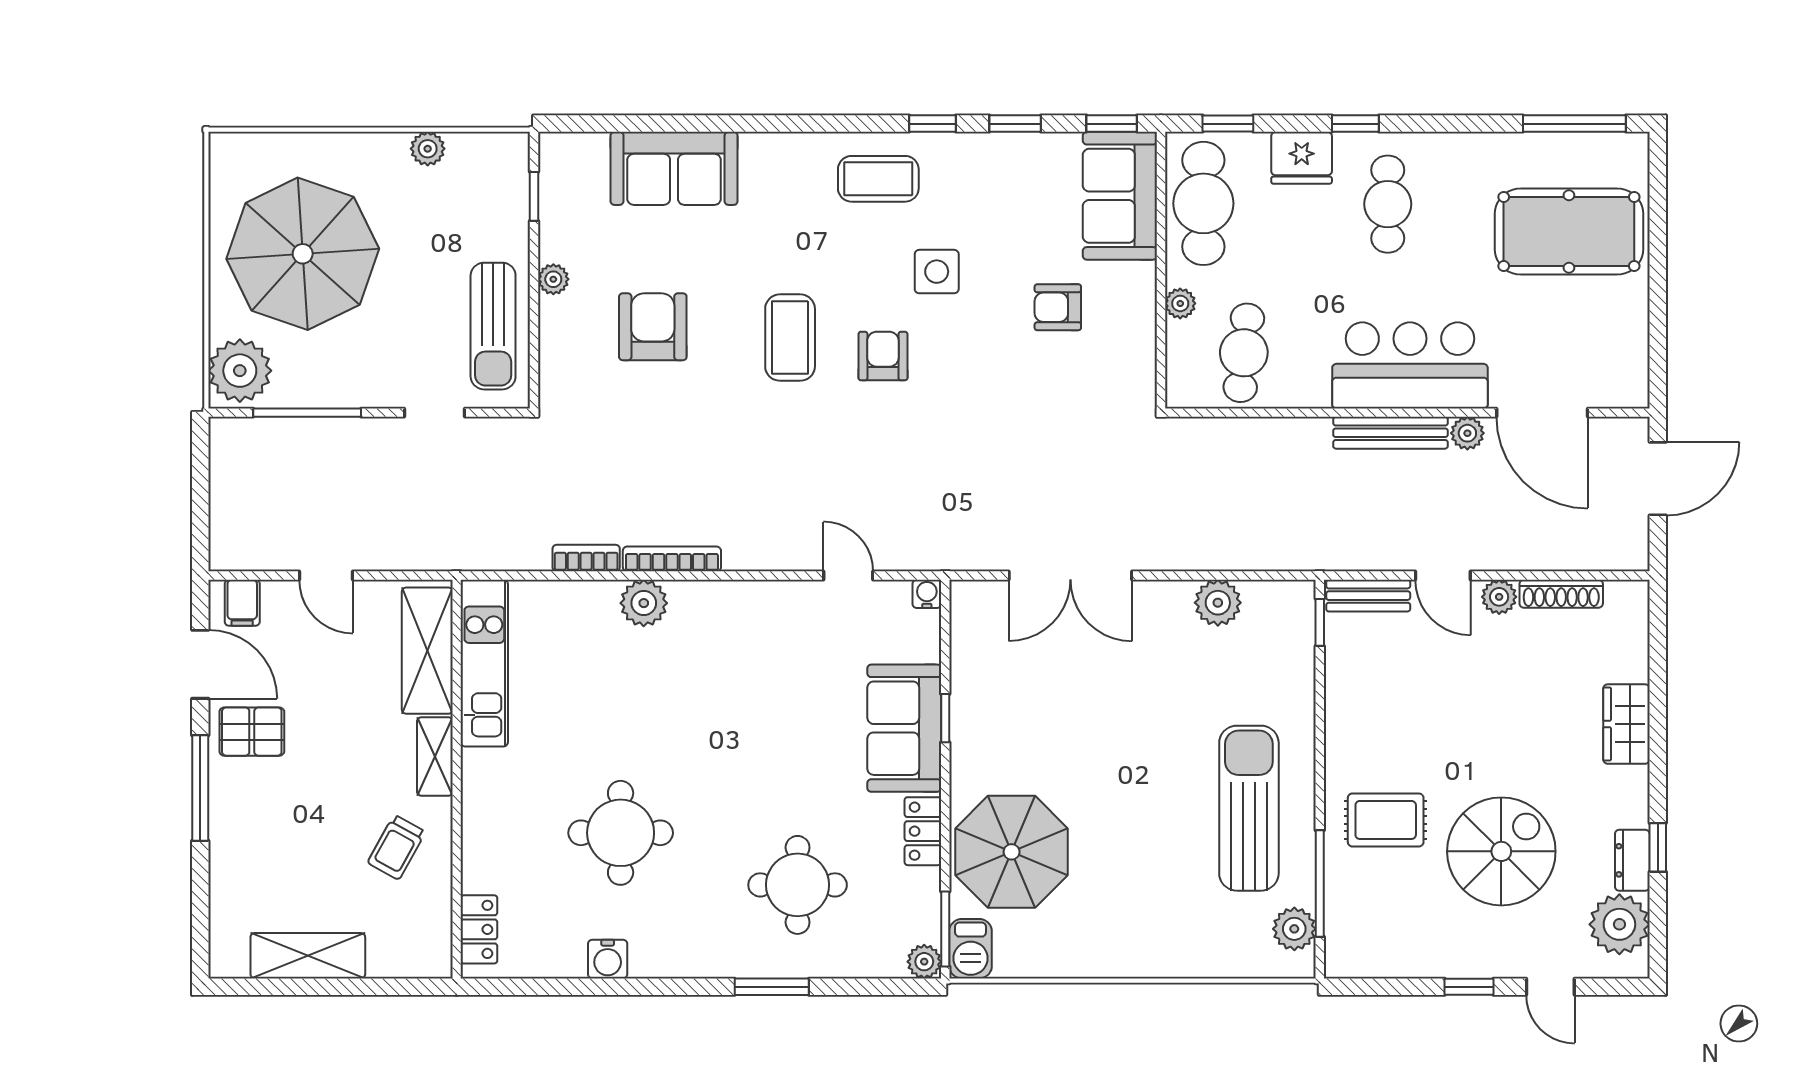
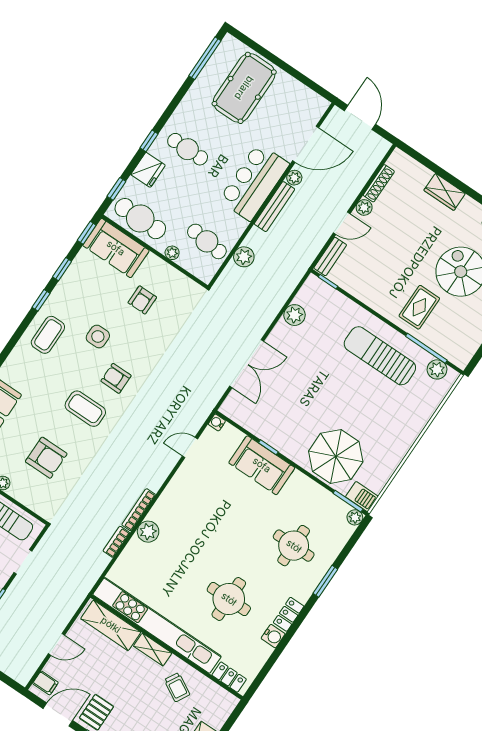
armchair: (653, 327) -> (46, 458), turned 180
plant: (1261, 439) -> (244, 257), added
kitchen unit: (484, 663) -> (157, 625), width x1.86
locker: (923, 831) -> (289, 614), moved, turned 90

